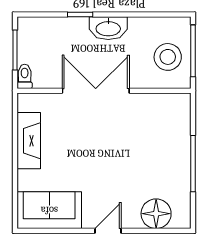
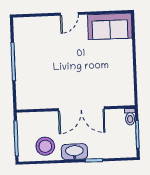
stool: (168, 57) -> (45, 146), moved
fireplace: (29, 141) -> (126, 73), removed
floor lamp: (156, 214) -> (37, 27), removed

